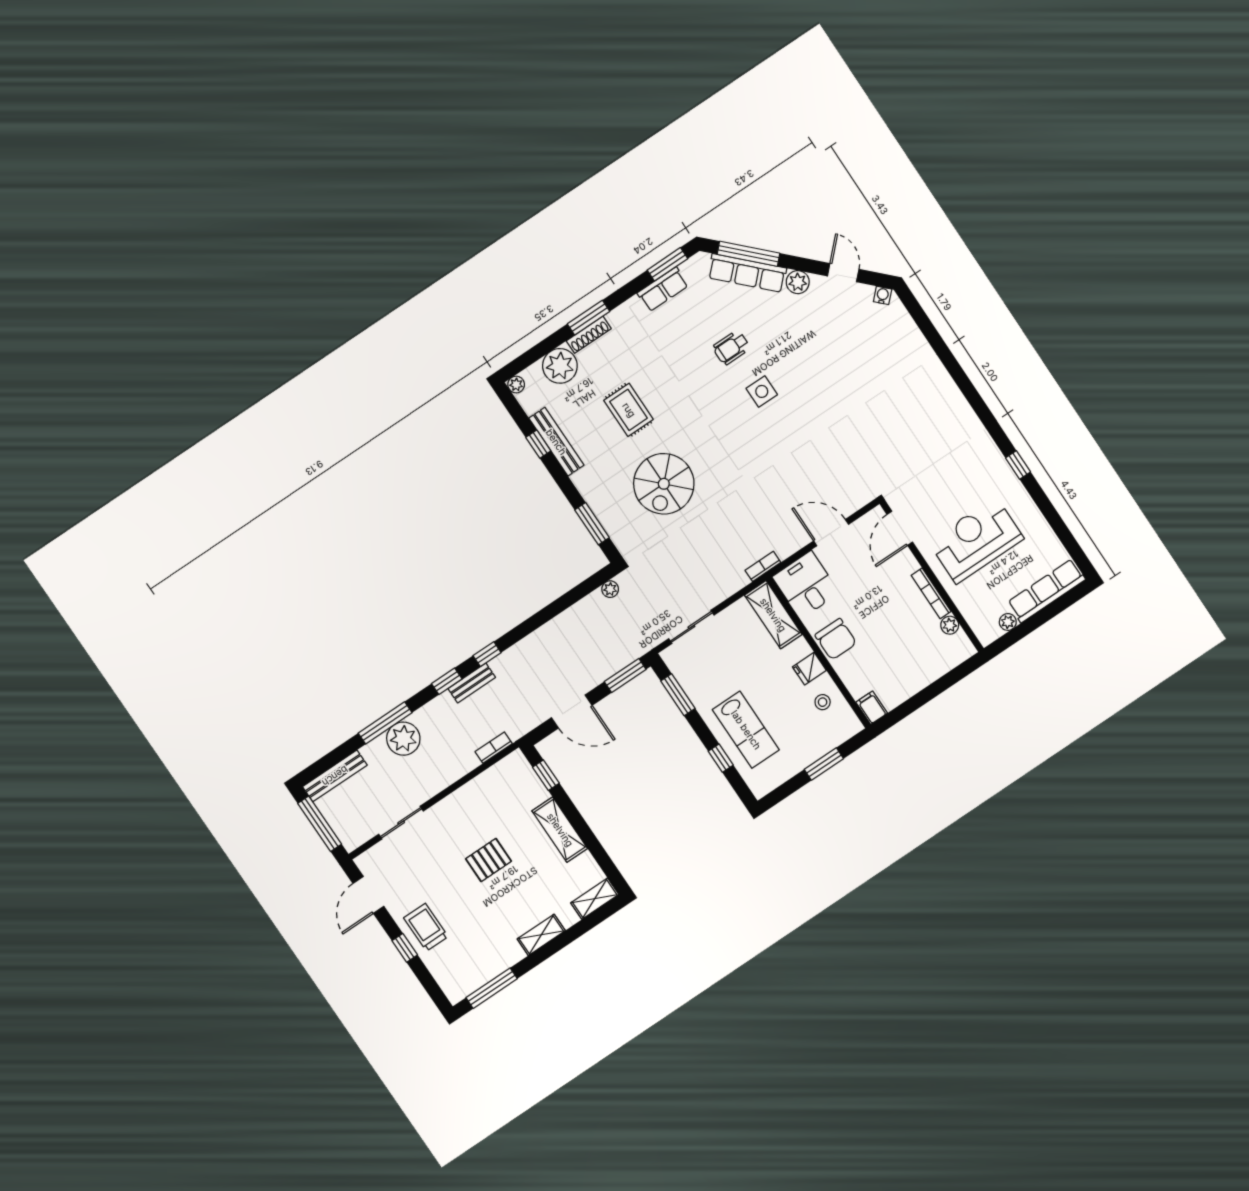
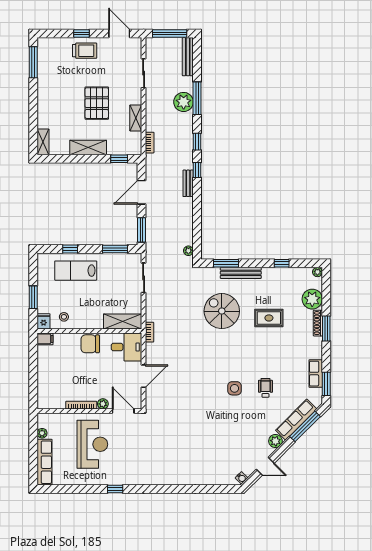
bench: (556, 442) -> (241, 273), moved
plant: (950, 625) -> (103, 404), moved
fridge: (809, 669) -> (44, 321), moved
bench: (472, 683) -> (188, 183), moved
pallet: (489, 860) -> (97, 103), width x1.50, depth x1.42
shelving: (541, 935) -> (136, 118), moved

